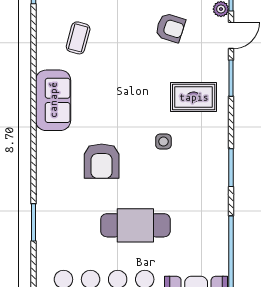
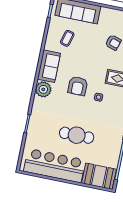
plant: (51, 148) -> (43, 89), added
armchair: (102, 161) -> (78, 86), moved

